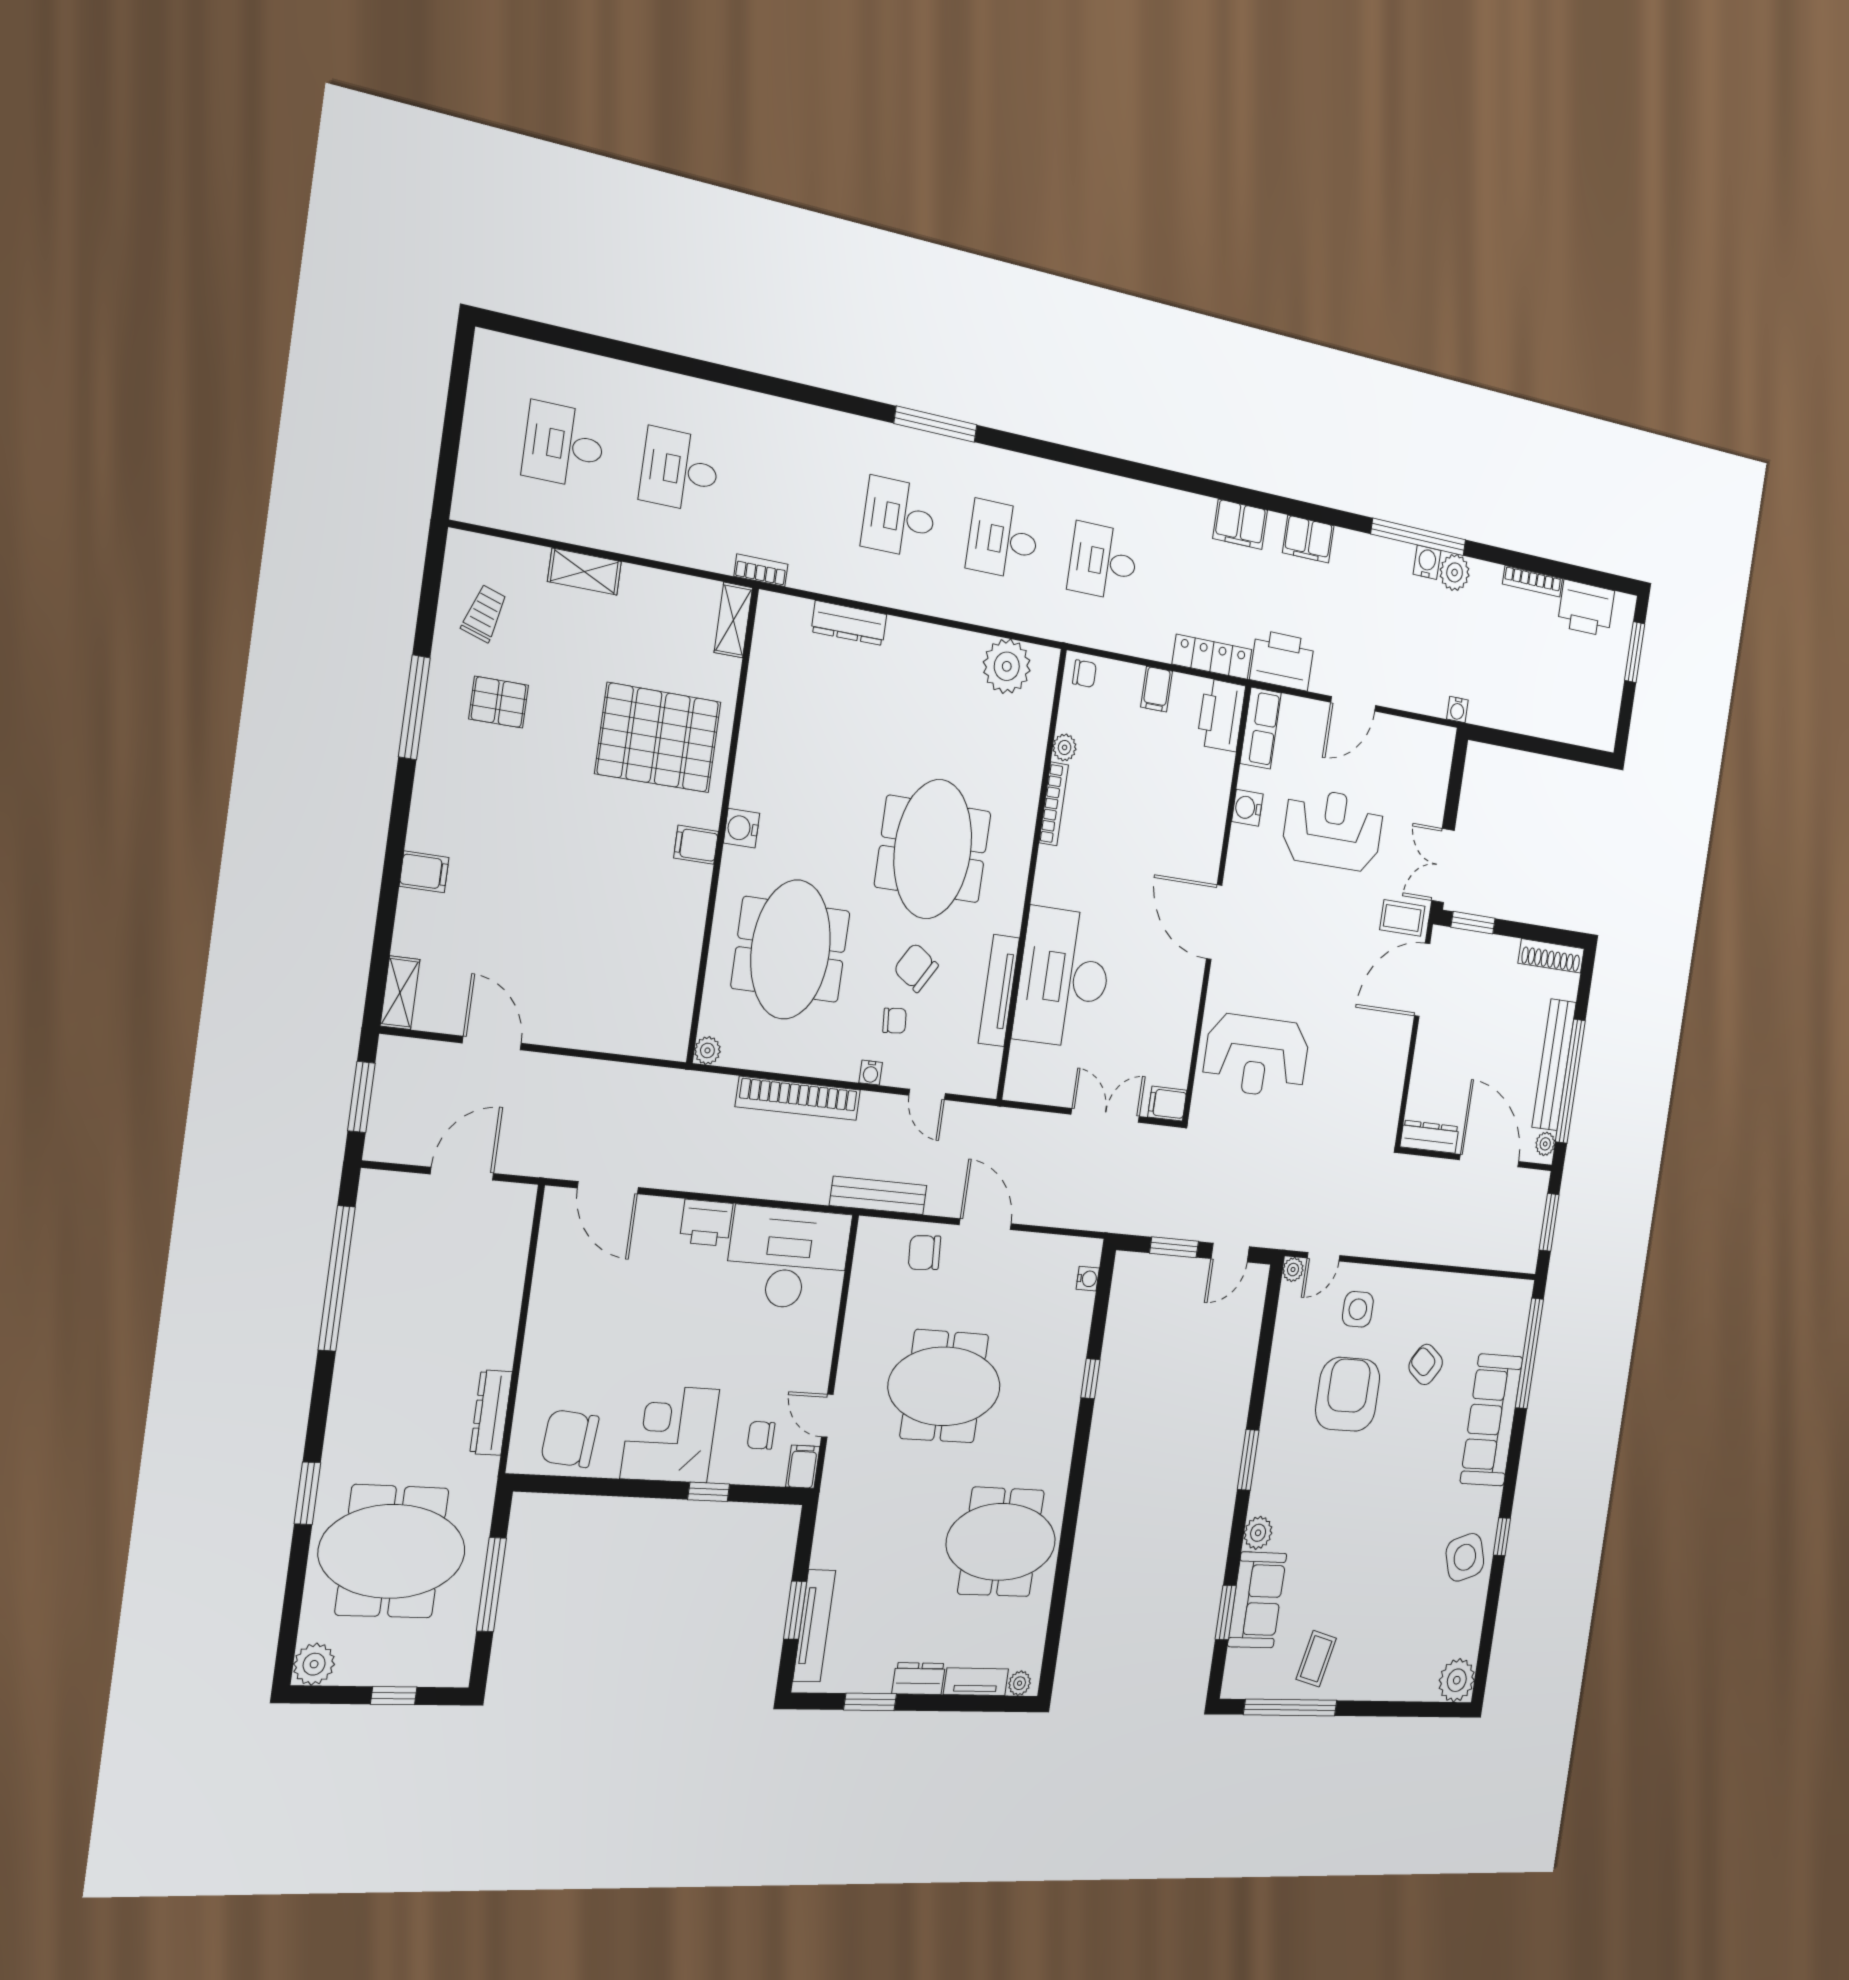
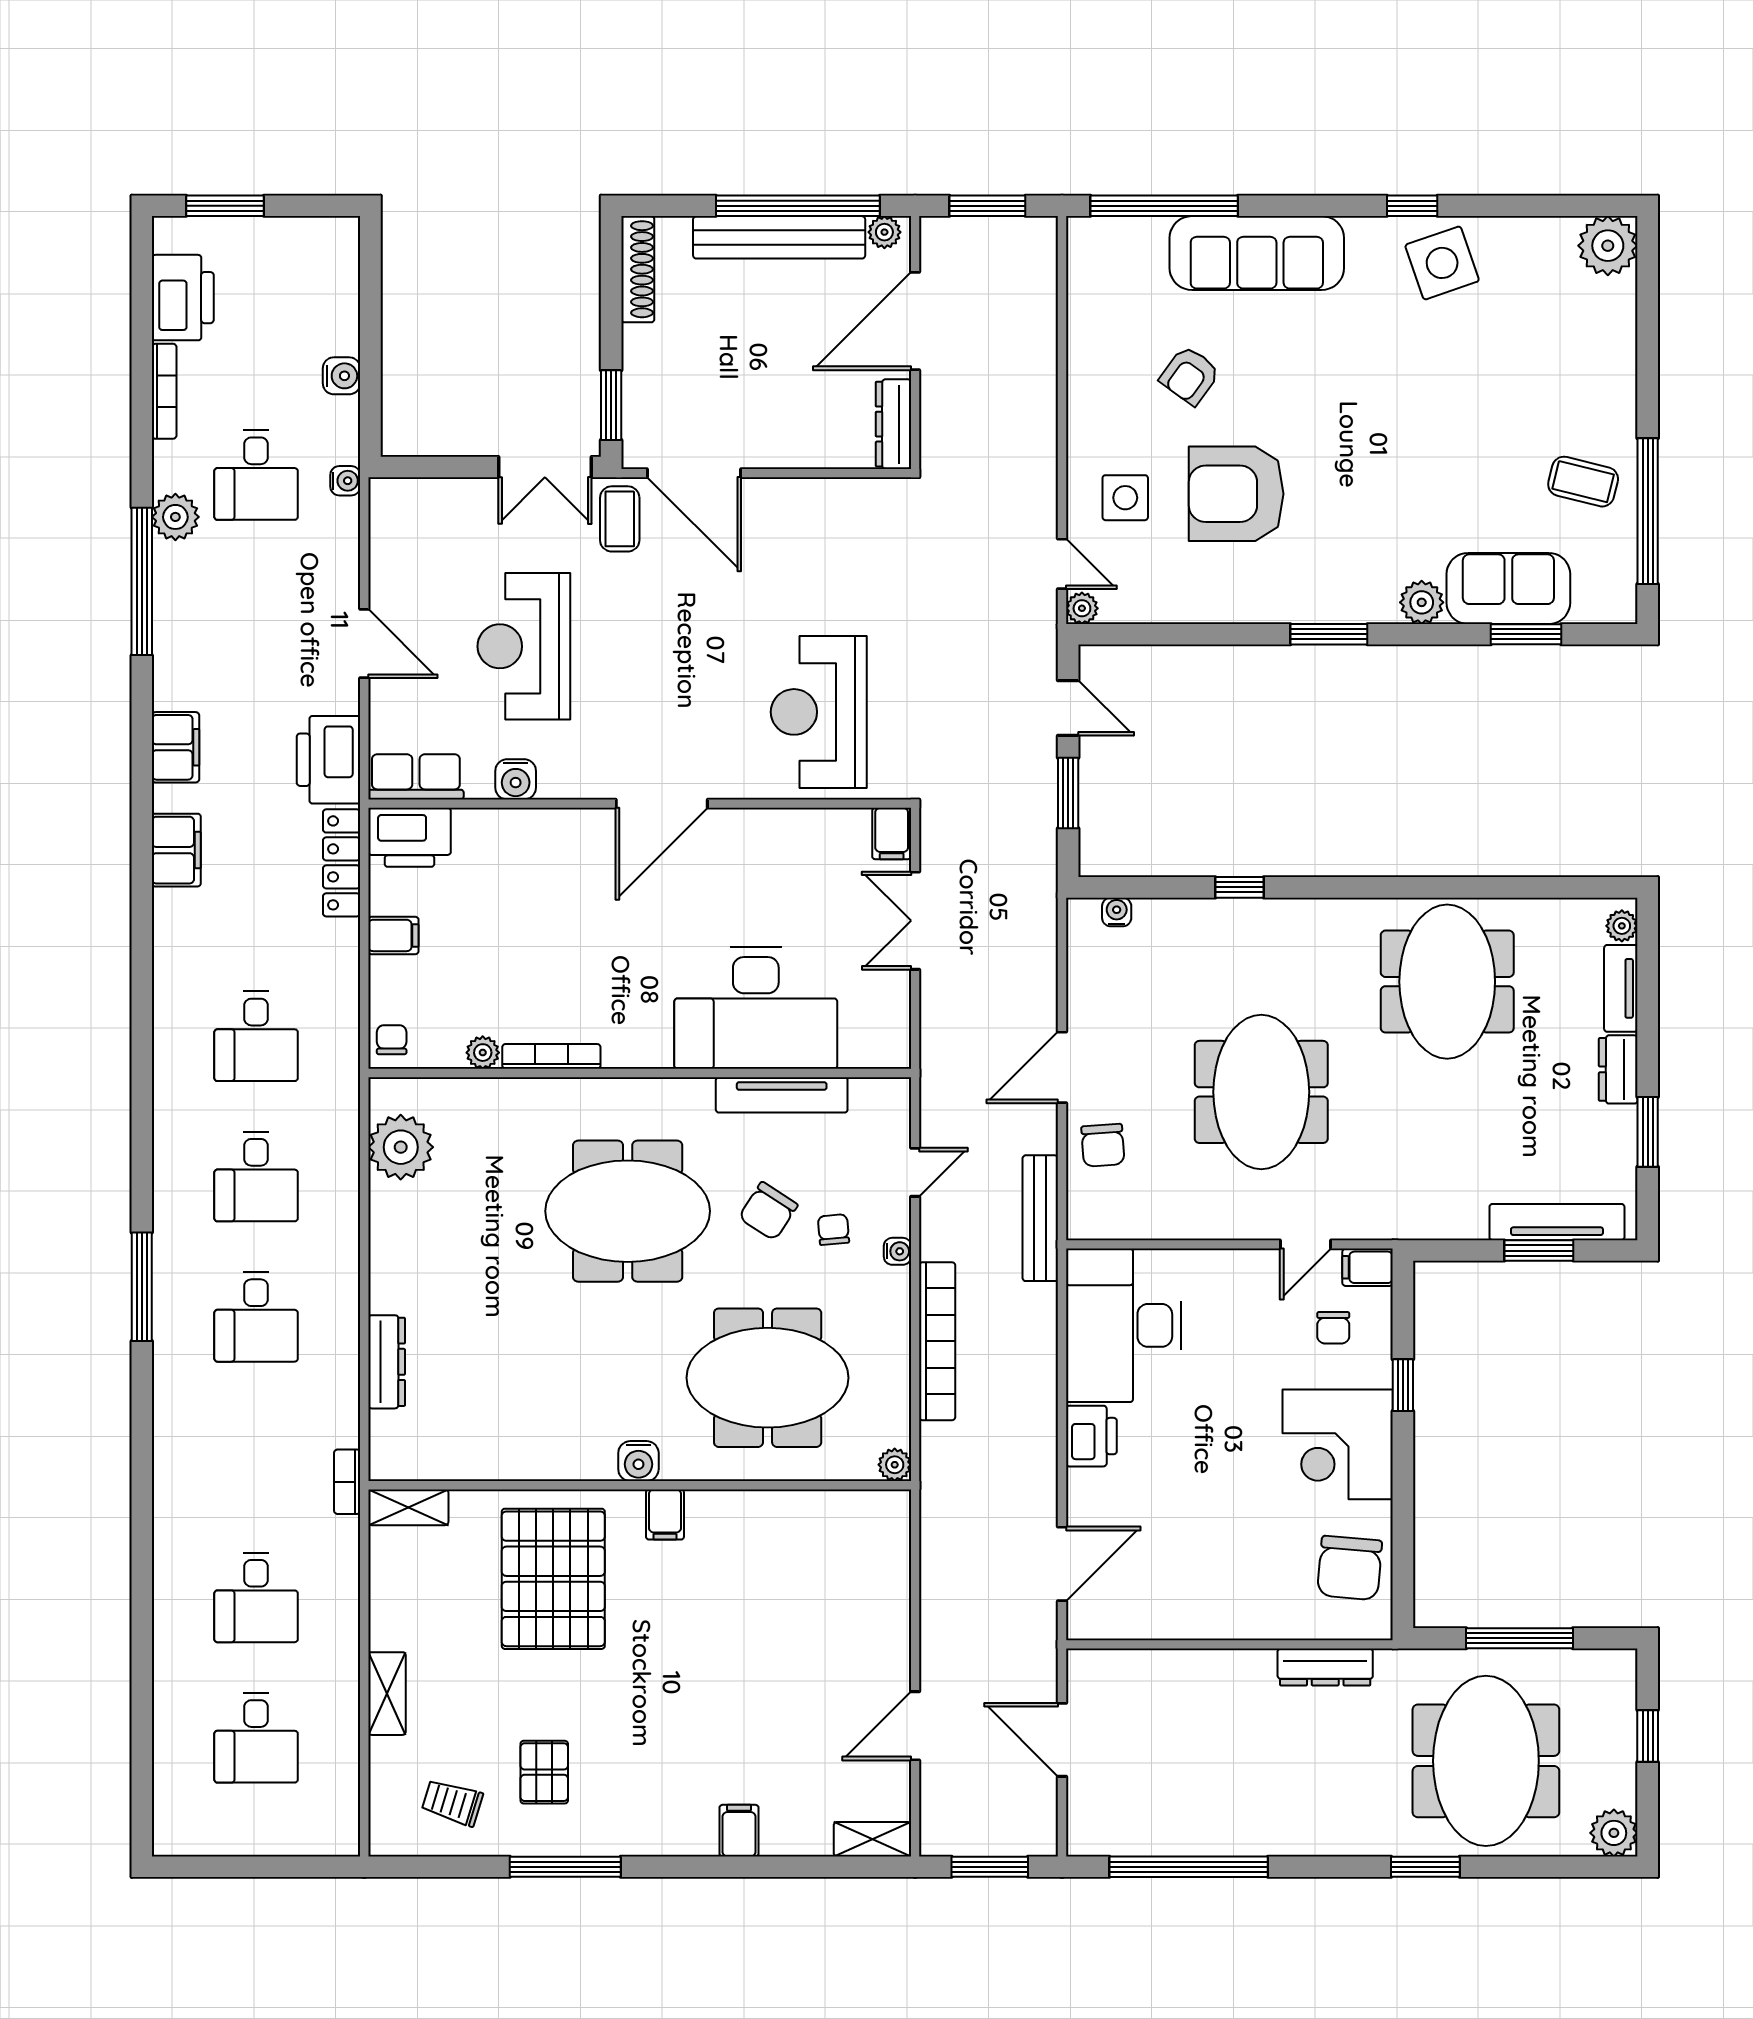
water cooler: (1427, 562) -> (341, 376), moved, turned 180
desk: (1471, 641) -> (256, 475), added
reception desk: (1256, 1056) -> (819, 712), turned 180

